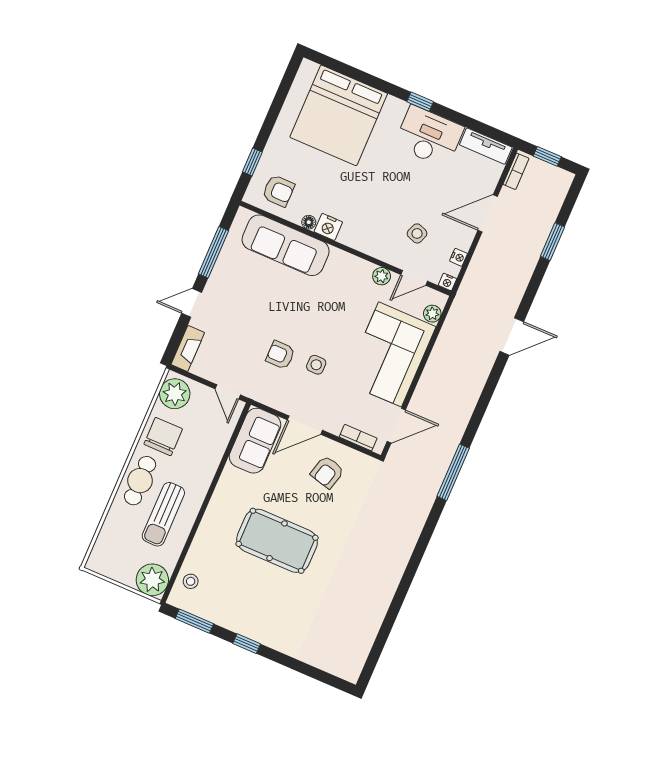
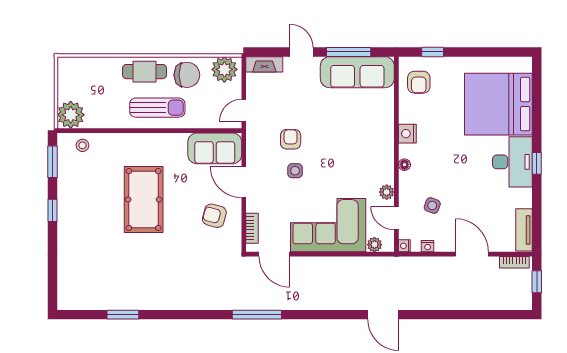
desk: (429, 136) -> (512, 162), moved
floor lamp: (309, 222) -> (404, 165), moved
window: (552, 242) -> (123, 315), moved
sofa: (286, 245) -> (357, 72), moved, turned -90
sun lounger: (163, 514) -> (157, 108), moved, turned 180

